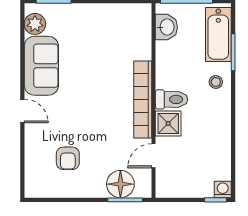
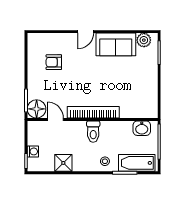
shower: (168, 123) -> (63, 163), moved
floor lamp: (120, 184) -> (37, 109), moved
washing machine: (223, 190) -> (33, 151), moved

